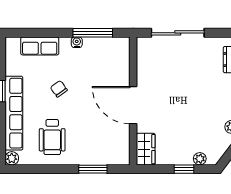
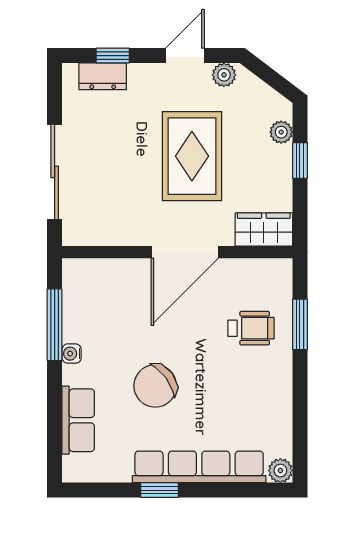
chair: (59, 89) -> (155, 386), width x1.87, depth x1.87
rug: (186, 109) -> (192, 156), added
wheelchair: (52, 137) -> (251, 328), moved, width x0.73, depth x0.73

